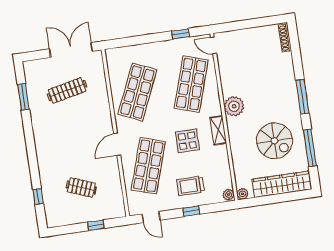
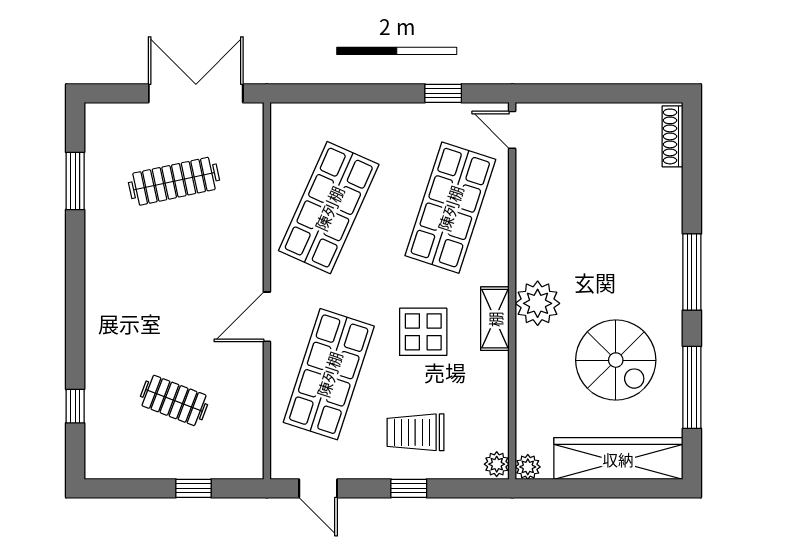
plant: (234, 106) -> (538, 303), moved

